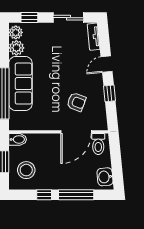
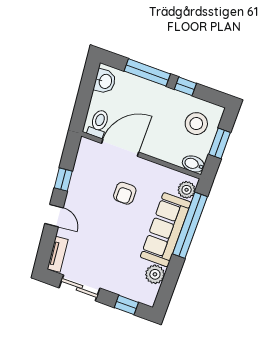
plant: (16, 32) -> (187, 190), moved
door: (107, 64) -> (54, 216), hinge flipped
armchair: (76, 102) -> (125, 193), moved, turned -111

